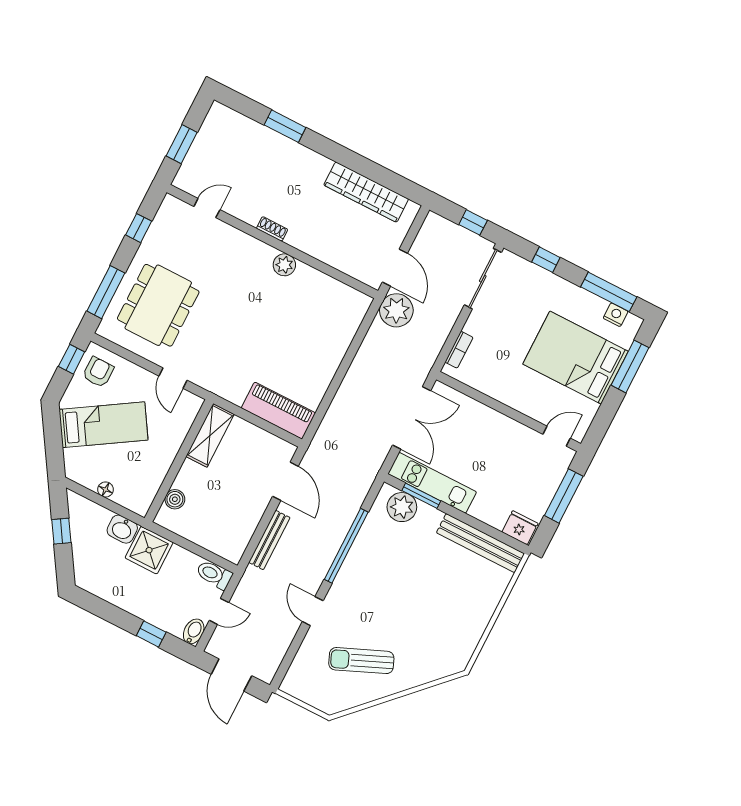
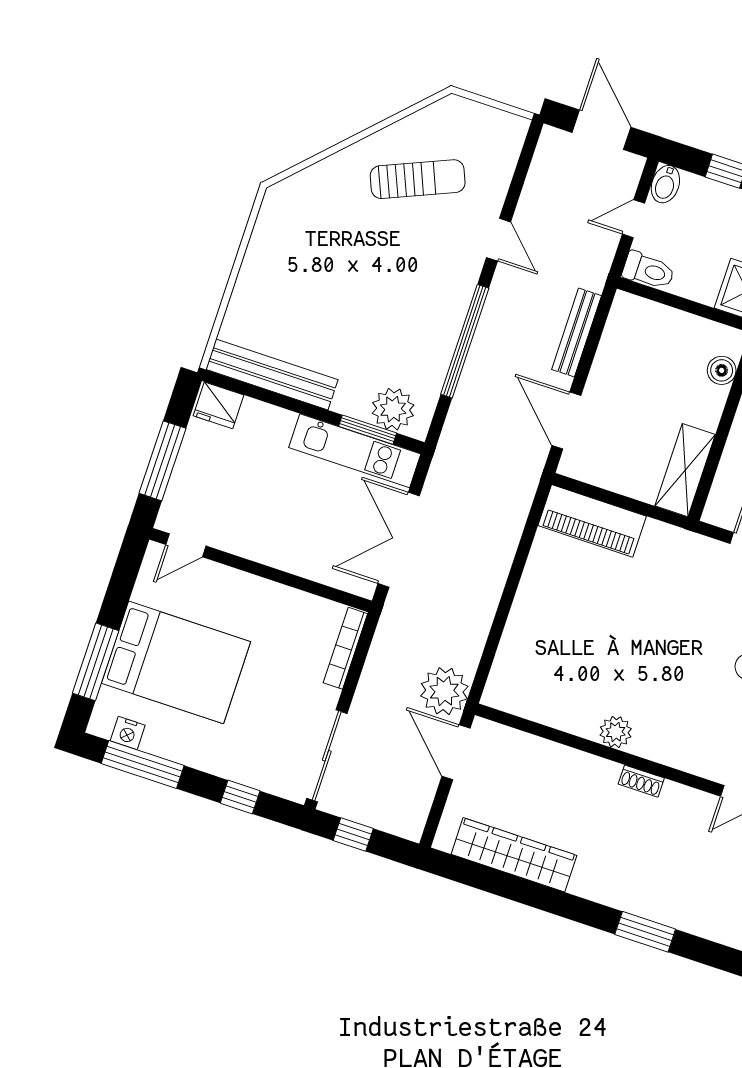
bookcase: (459, 350) -> (345, 648), width x1.56

